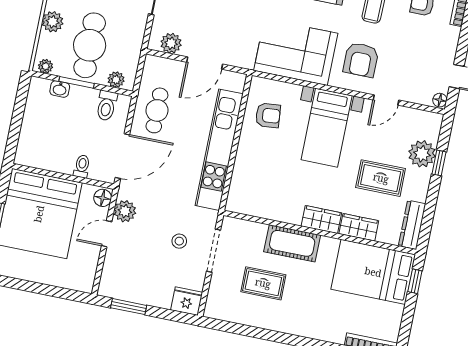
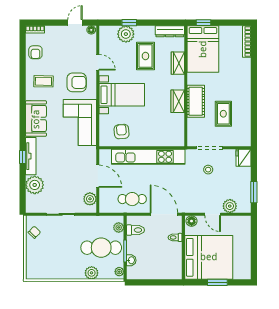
plant: (125, 211) -> (230, 206), moved
wardrobe: (321, 219) -> (178, 101), moved

